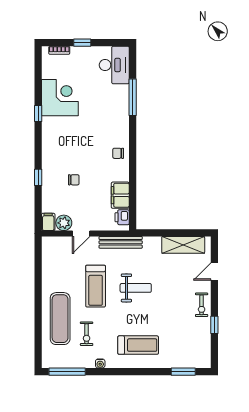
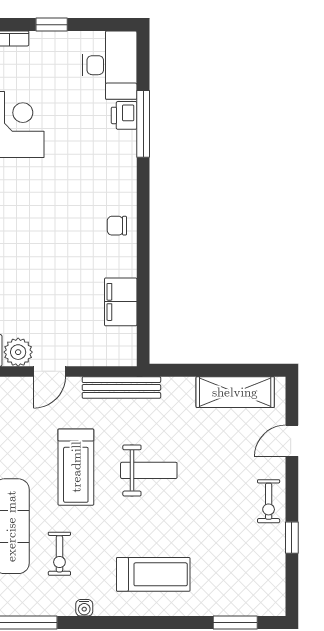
chair: (74, 180) -> (36, 274), removed
printer: (122, 217) -> (124, 115), moved

